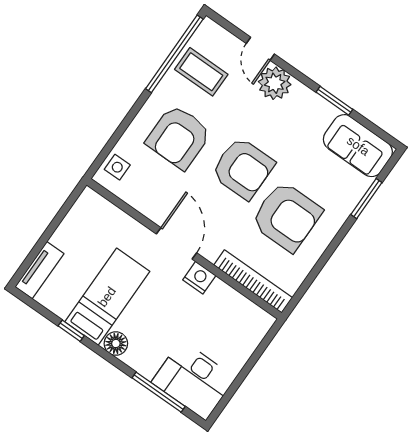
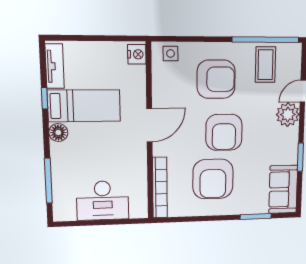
armchair: (179, 137) -> (216, 79), turned 180
tv unit: (39, 270) -> (55, 66), moved, turned -90
nightstand: (199, 278) -> (137, 54), moved
desk: (193, 380) -> (103, 201), moved, turned -90

